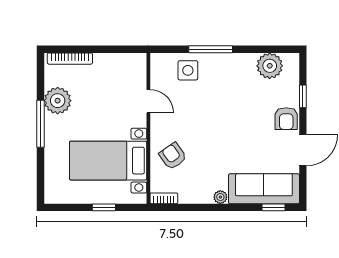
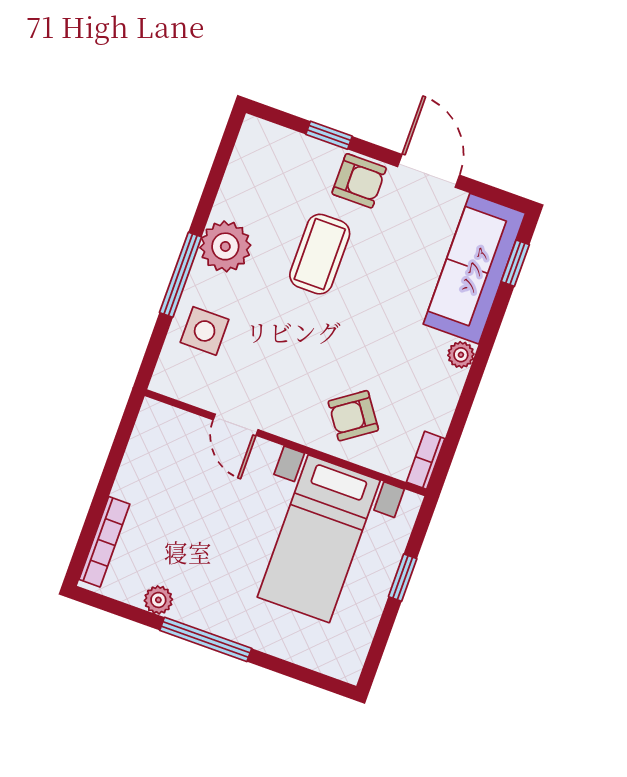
plant: (270, 66) -> (225, 246), moved
plant: (58, 101) -> (158, 600), width x0.53, depth x0.53
door: (148, 101) -> (236, 425), swing flipped
coffee table: (244, 112) -> (320, 254), added

